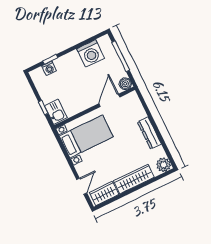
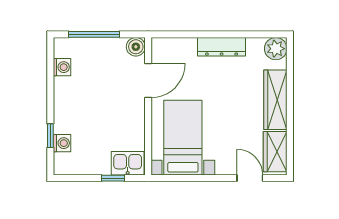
washing machine: (91, 53) -> (62, 67), width x0.53, depth x0.53
door: (109, 100) -> (148, 80), swing flipped

